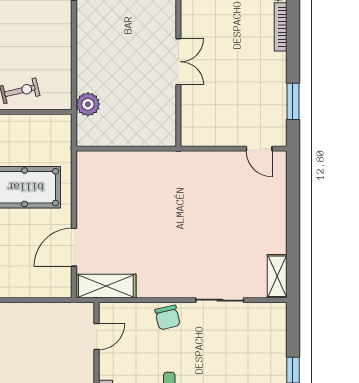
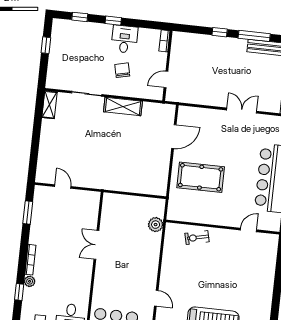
door: (259, 149) -> (63, 187), moved
shelving: (106, 286) -> (123, 107), moved
chair: (167, 317) -> (122, 70), moved

